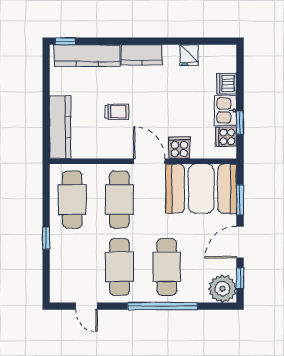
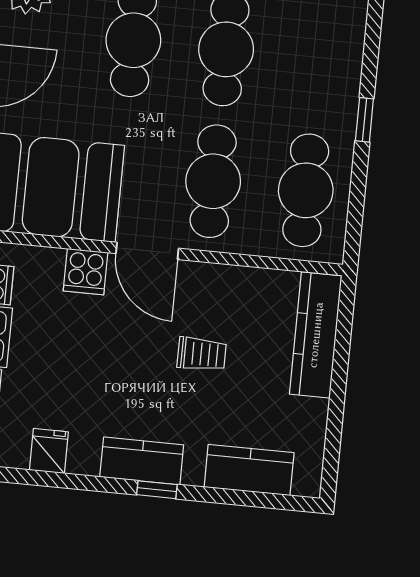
window: (65, 41) -> (157, 490), moved
kitchen counter: (87, 56) -> (249, 470), width x0.67
trolley: (117, 112) -> (202, 354), turned 180

